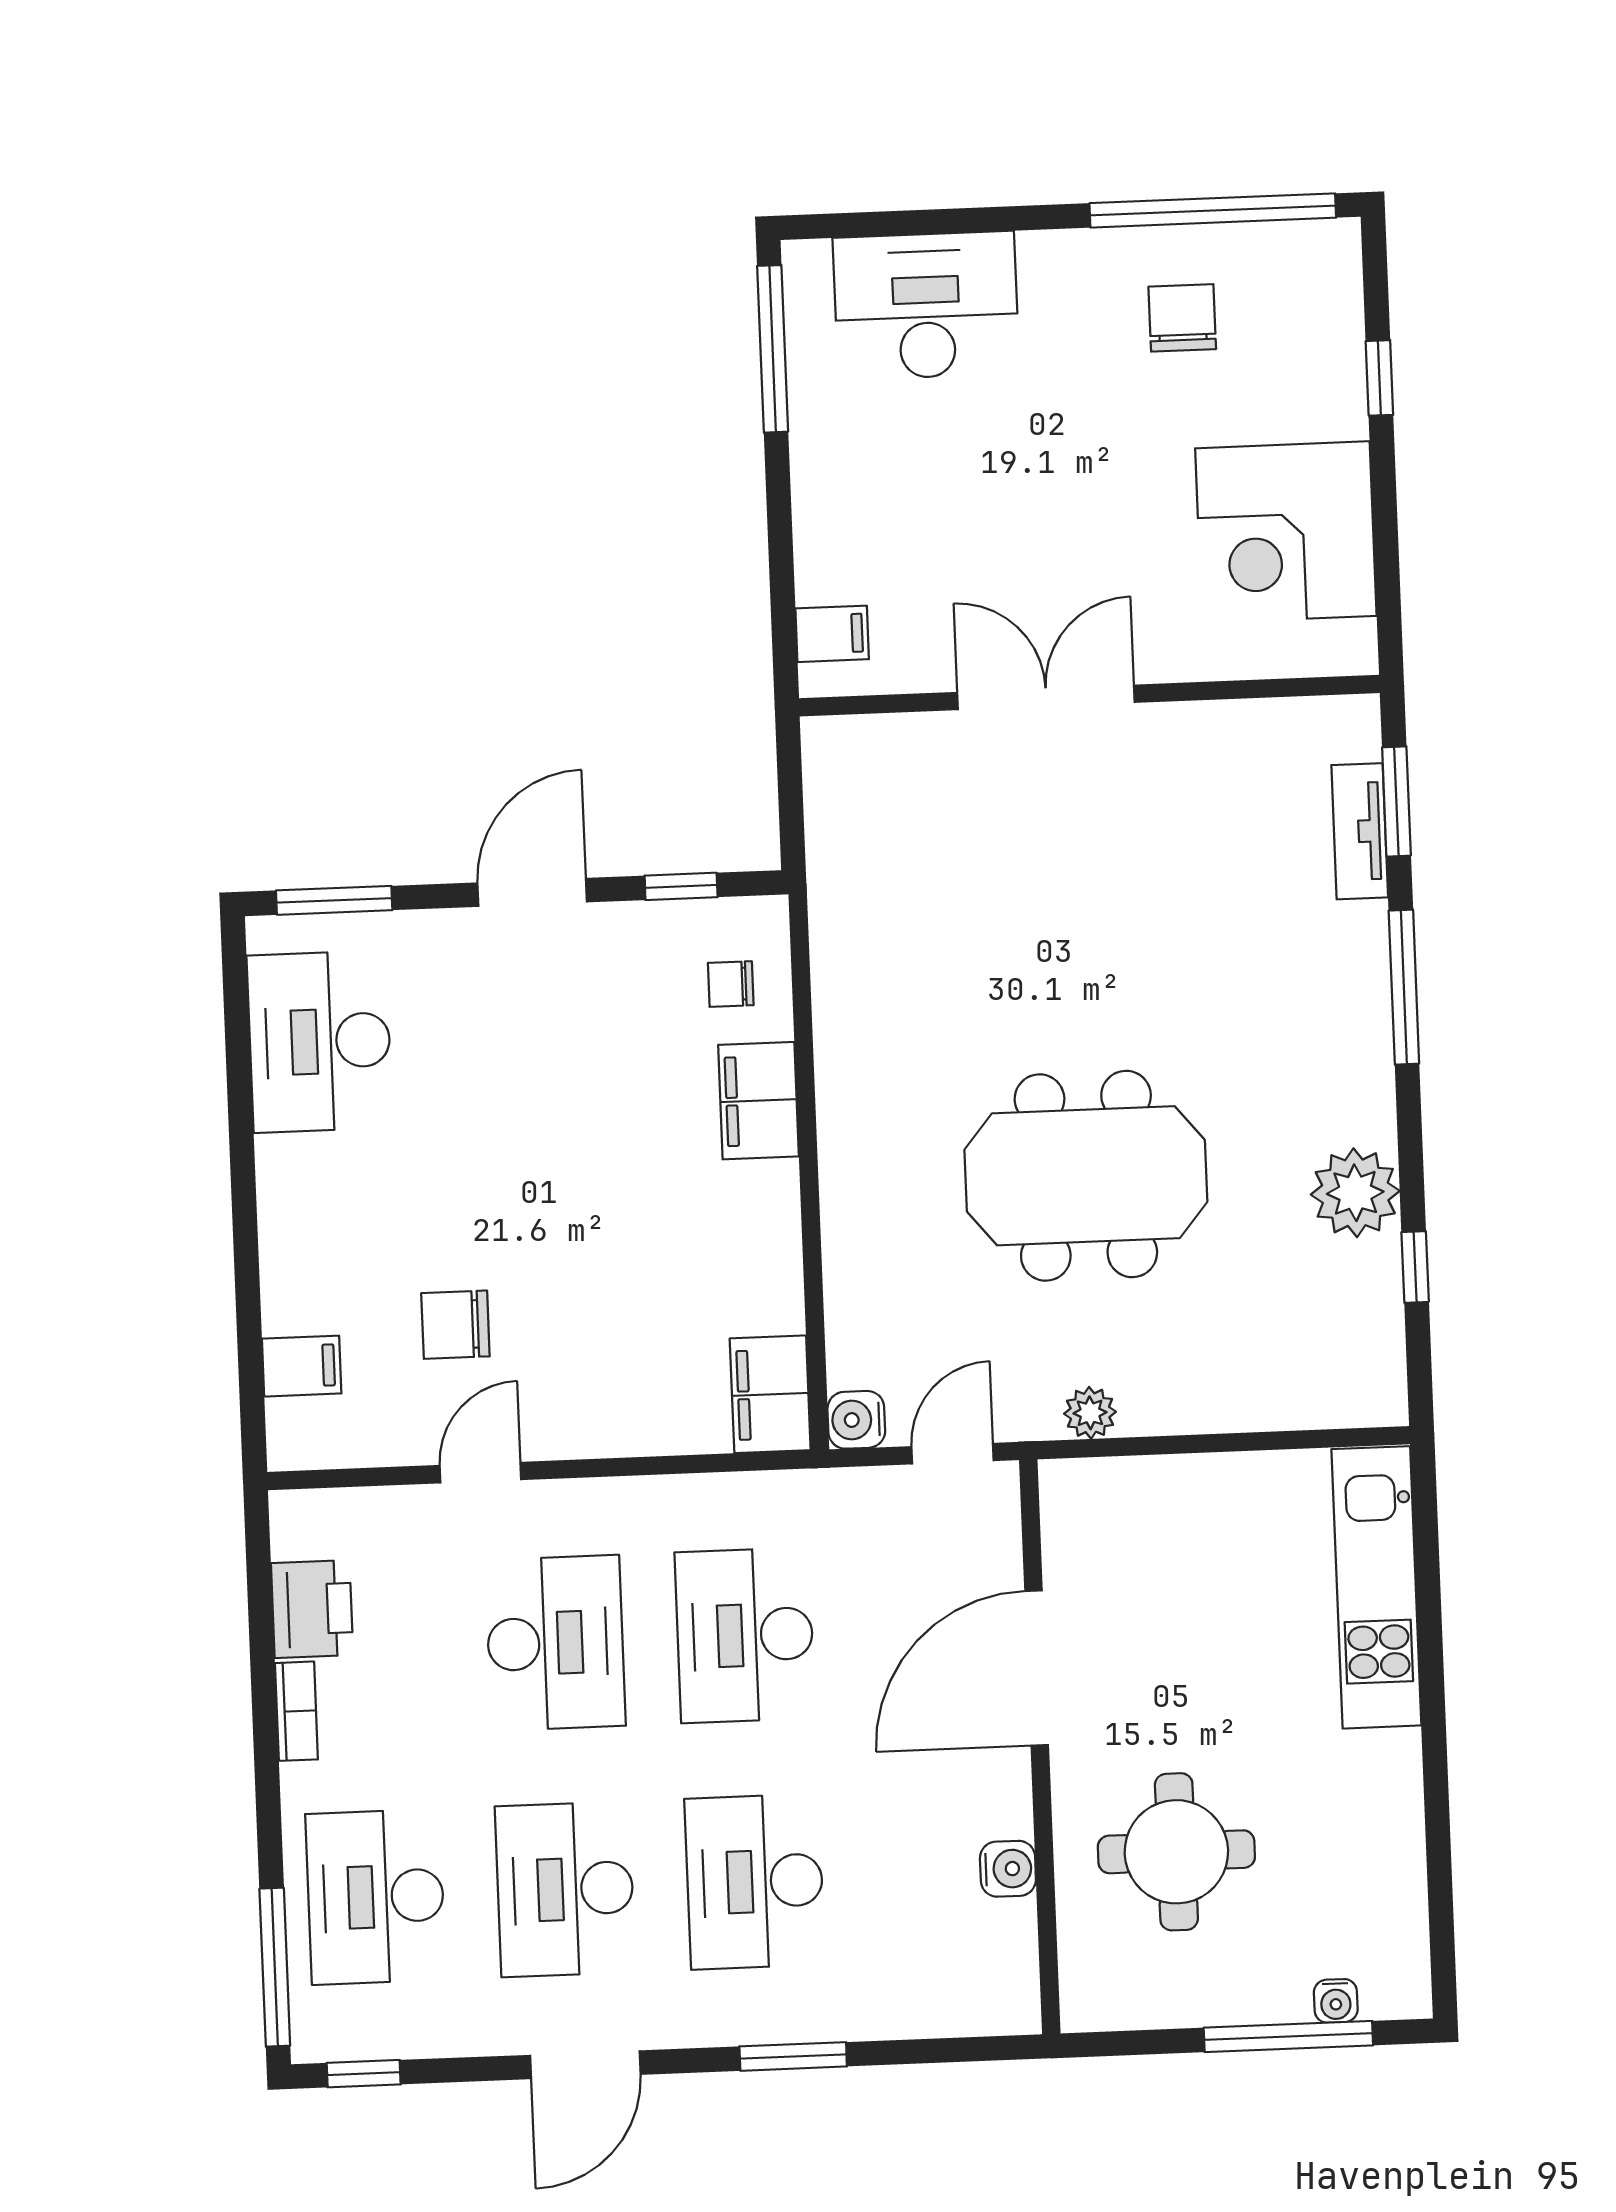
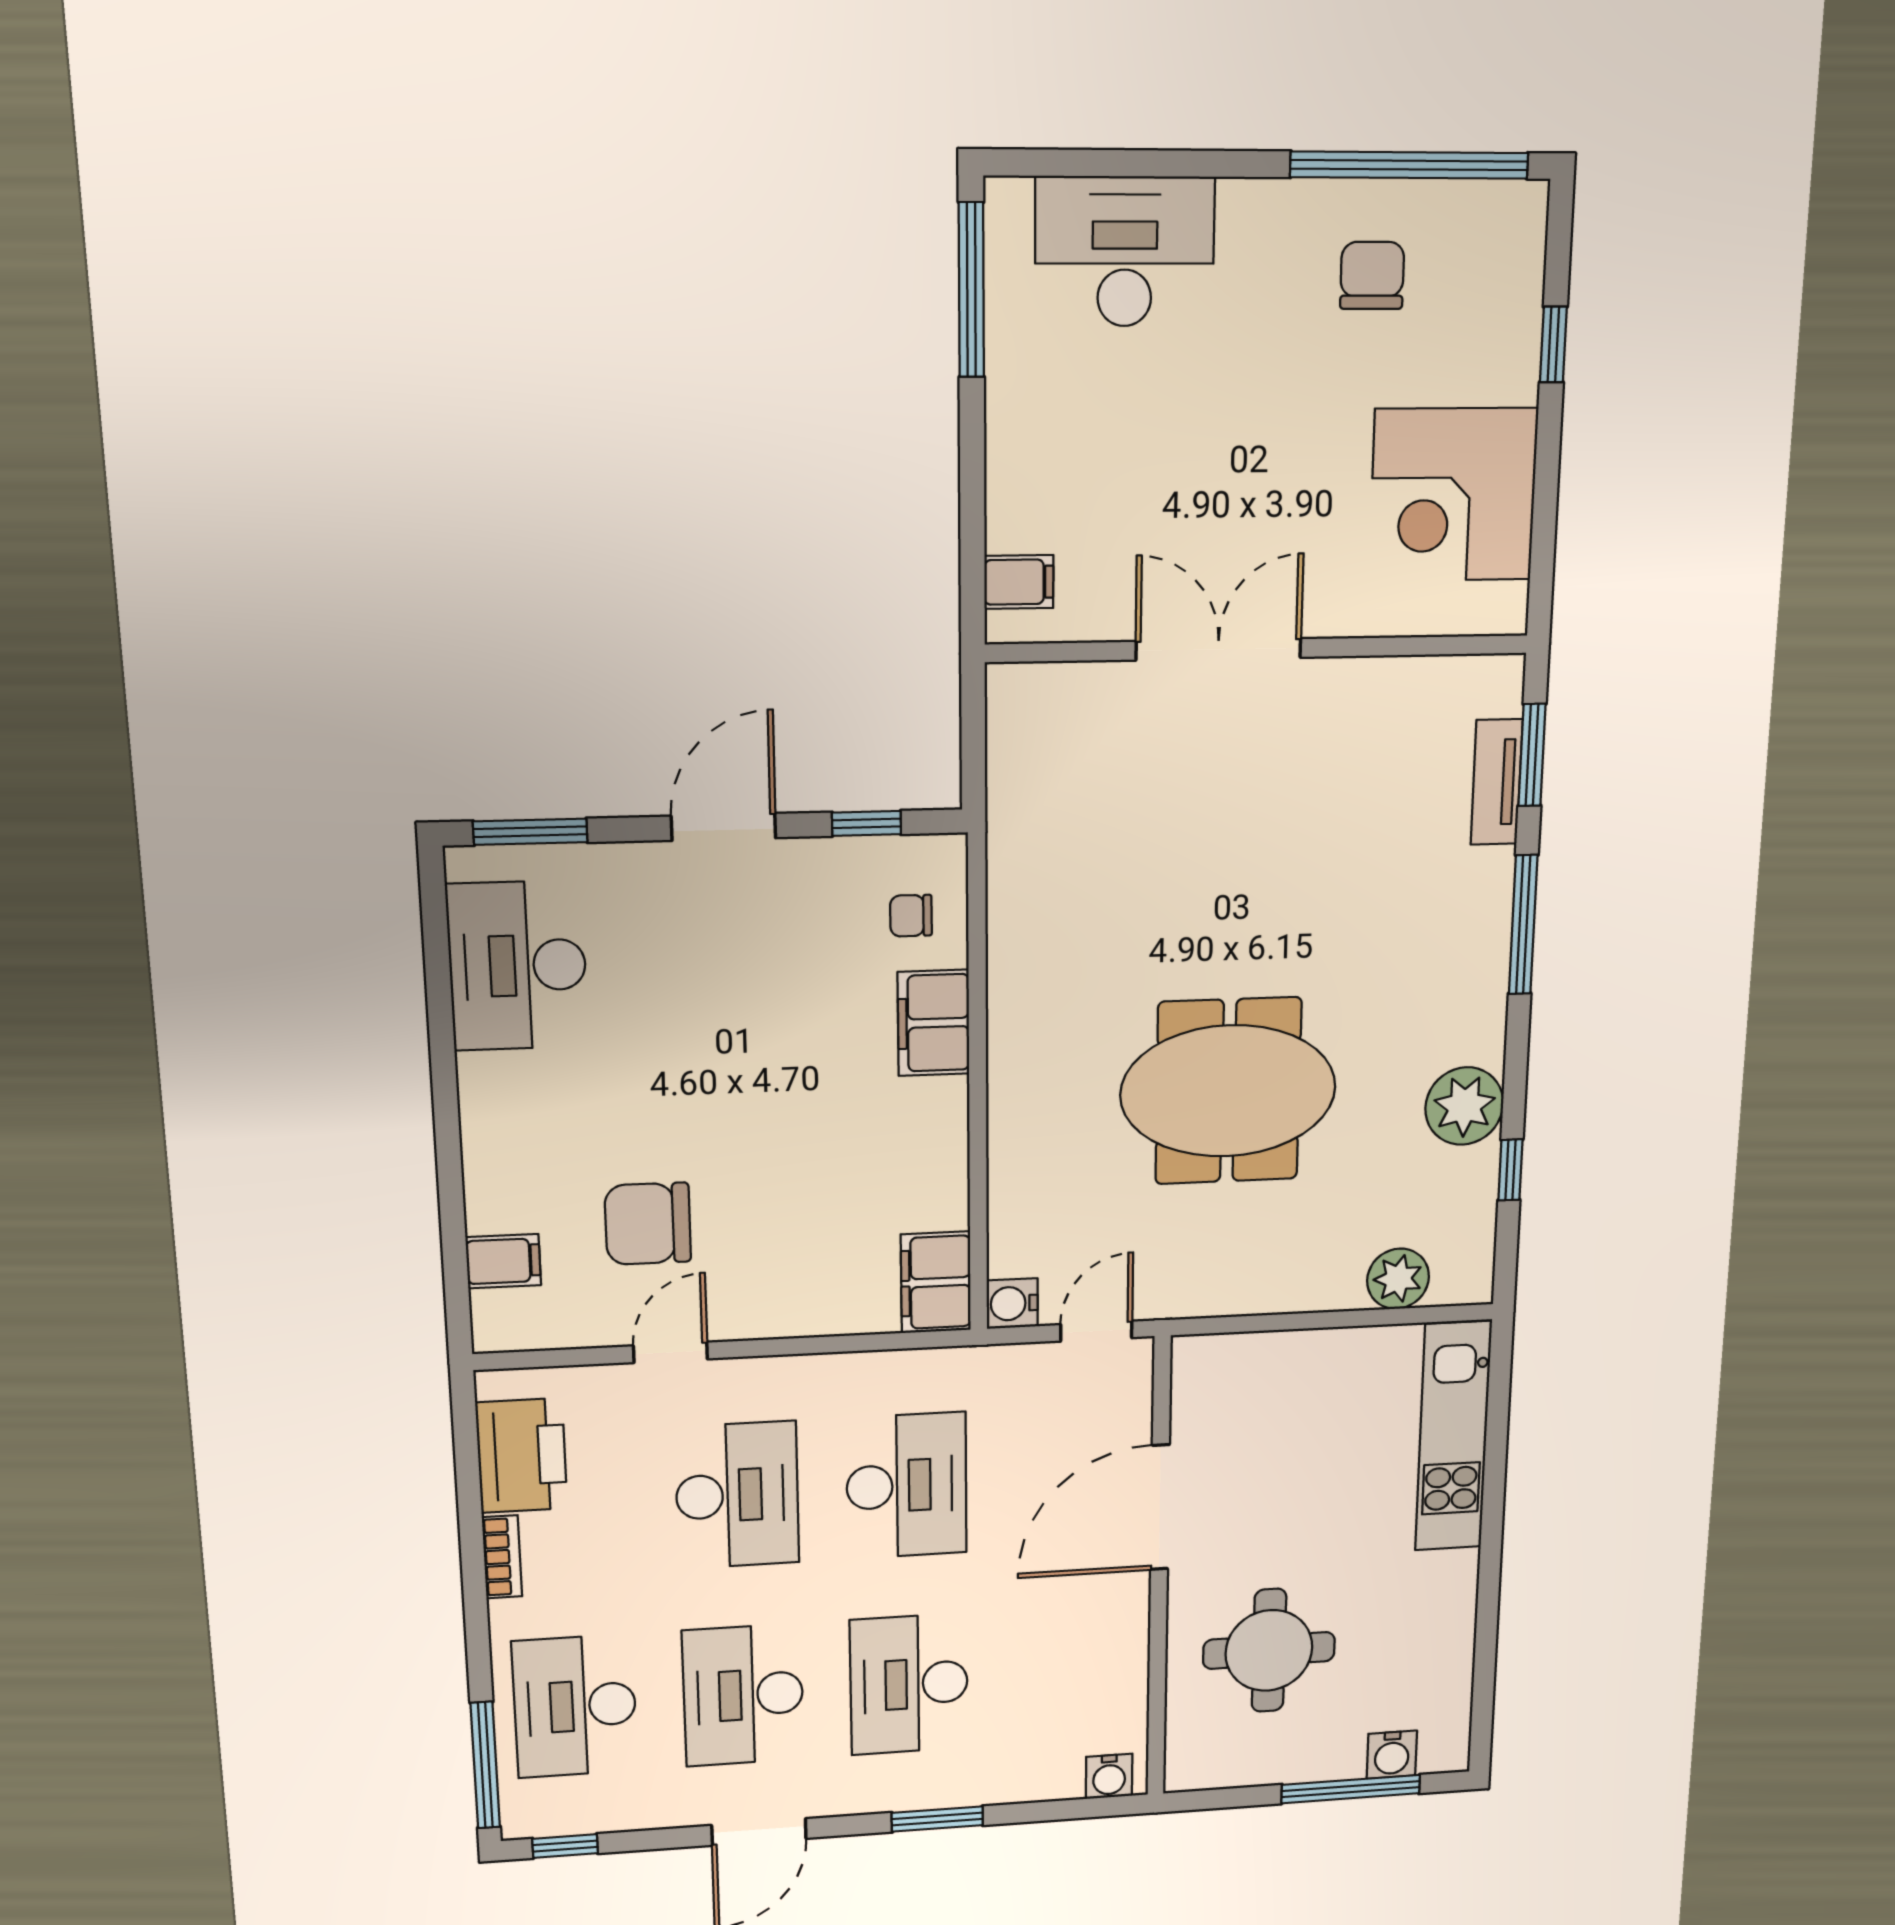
chair: (455, 1325) -> (648, 1224), width x1.37, depth x1.37
plant: (1090, 1413) -> (1398, 1279), moved, width x1.38, depth x1.38
printer: (312, 1609) -> (522, 1456), width x1.37, depth x1.19
desk: (745, 1635) -> (907, 1486), turned 180
water cooler: (1008, 1869) -> (1109, 1776), moved, turned 90
water cooler: (1336, 2001) -> (1392, 1755), width x1.38, depth x1.38

